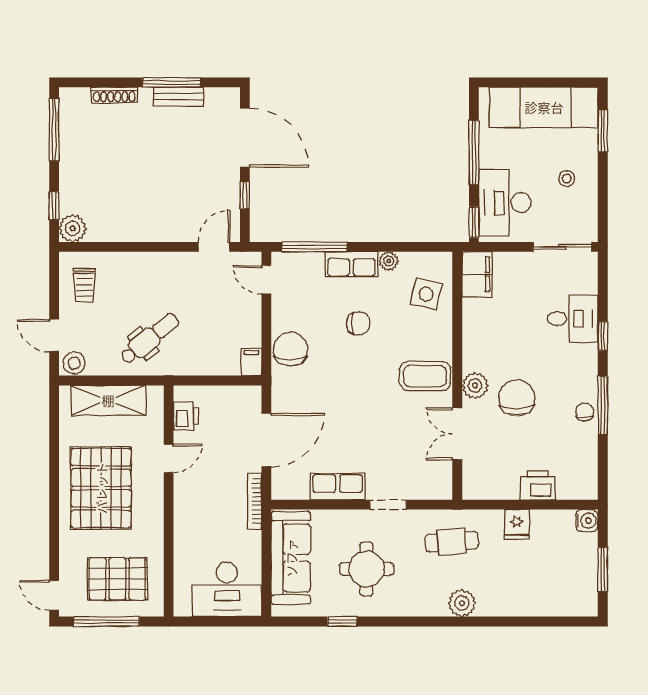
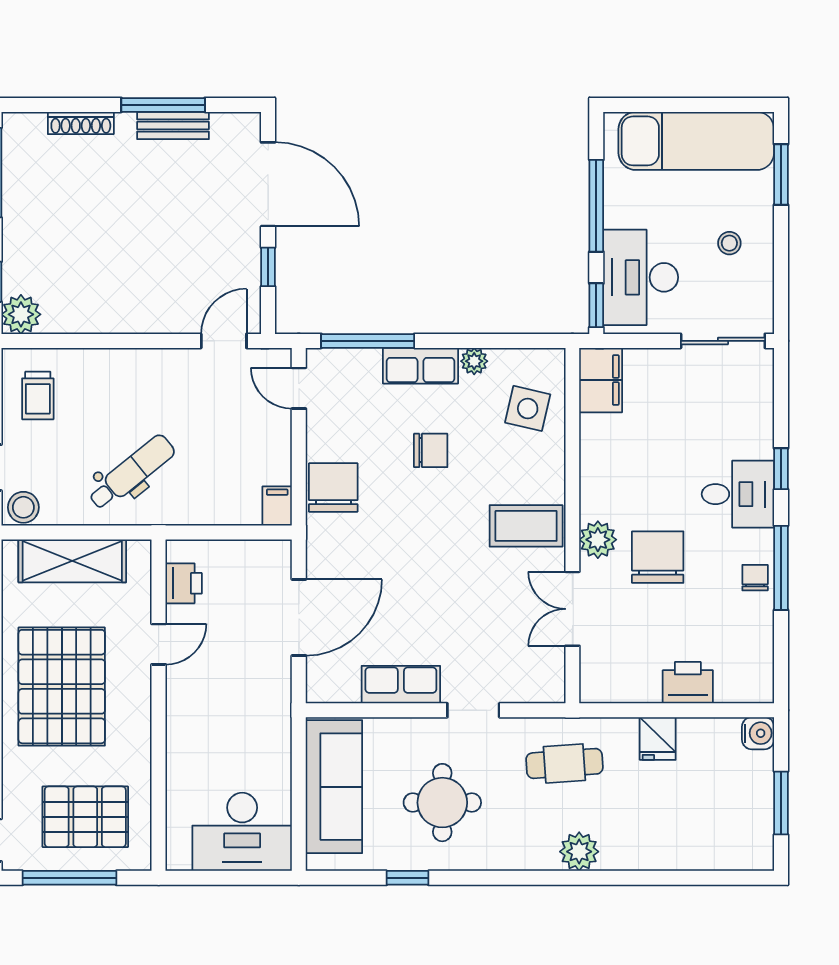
desk: (573, 319) -> (738, 494), moved
bookcase: (254, 501) -> (282, 705), removed

